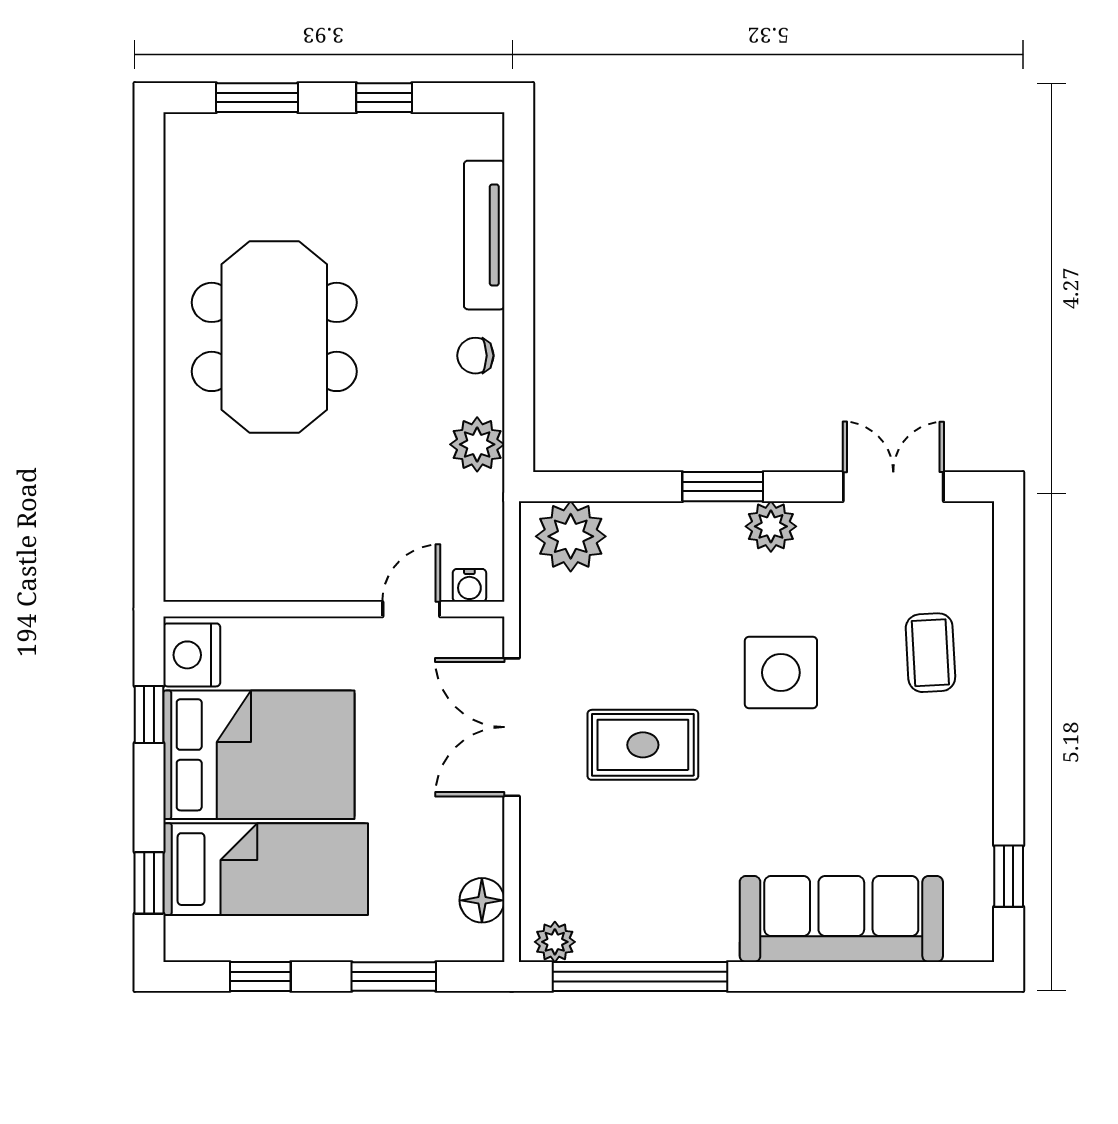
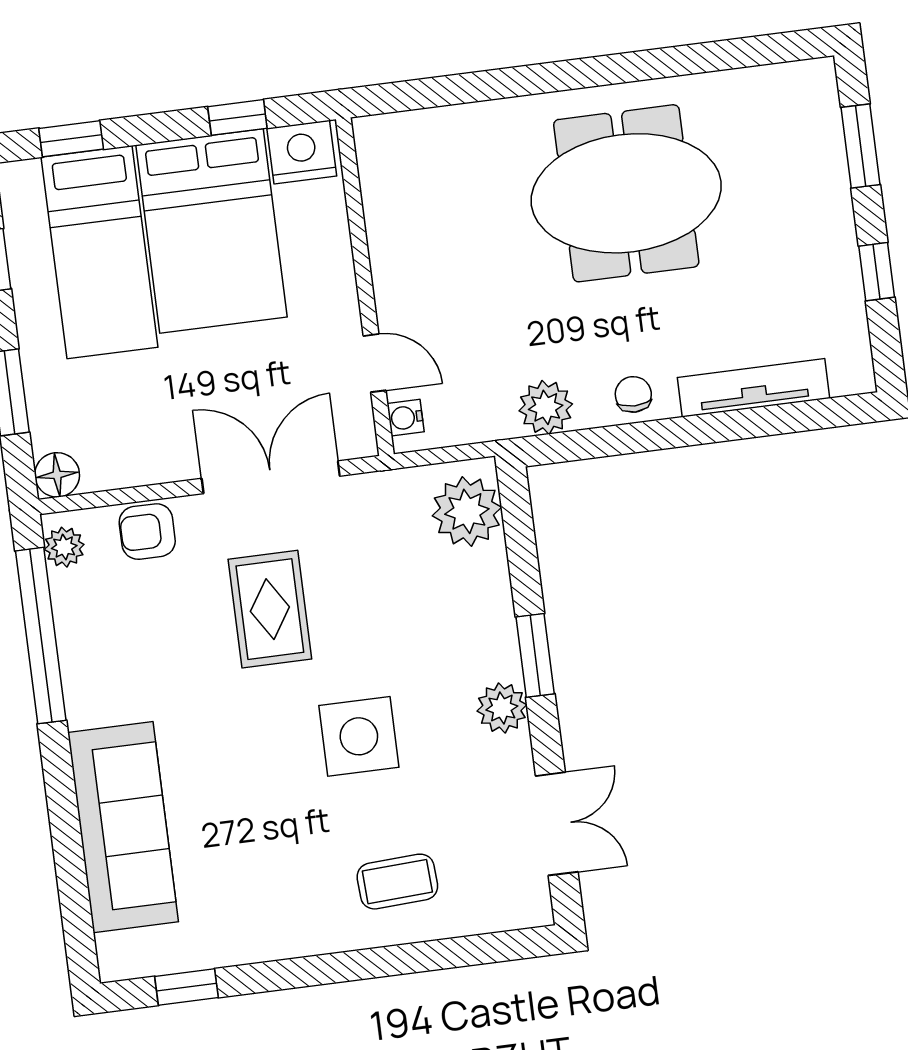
armchair: (550, 857) -> (147, 532), added
floor lamp: (482, 900) -> (57, 475), moved

